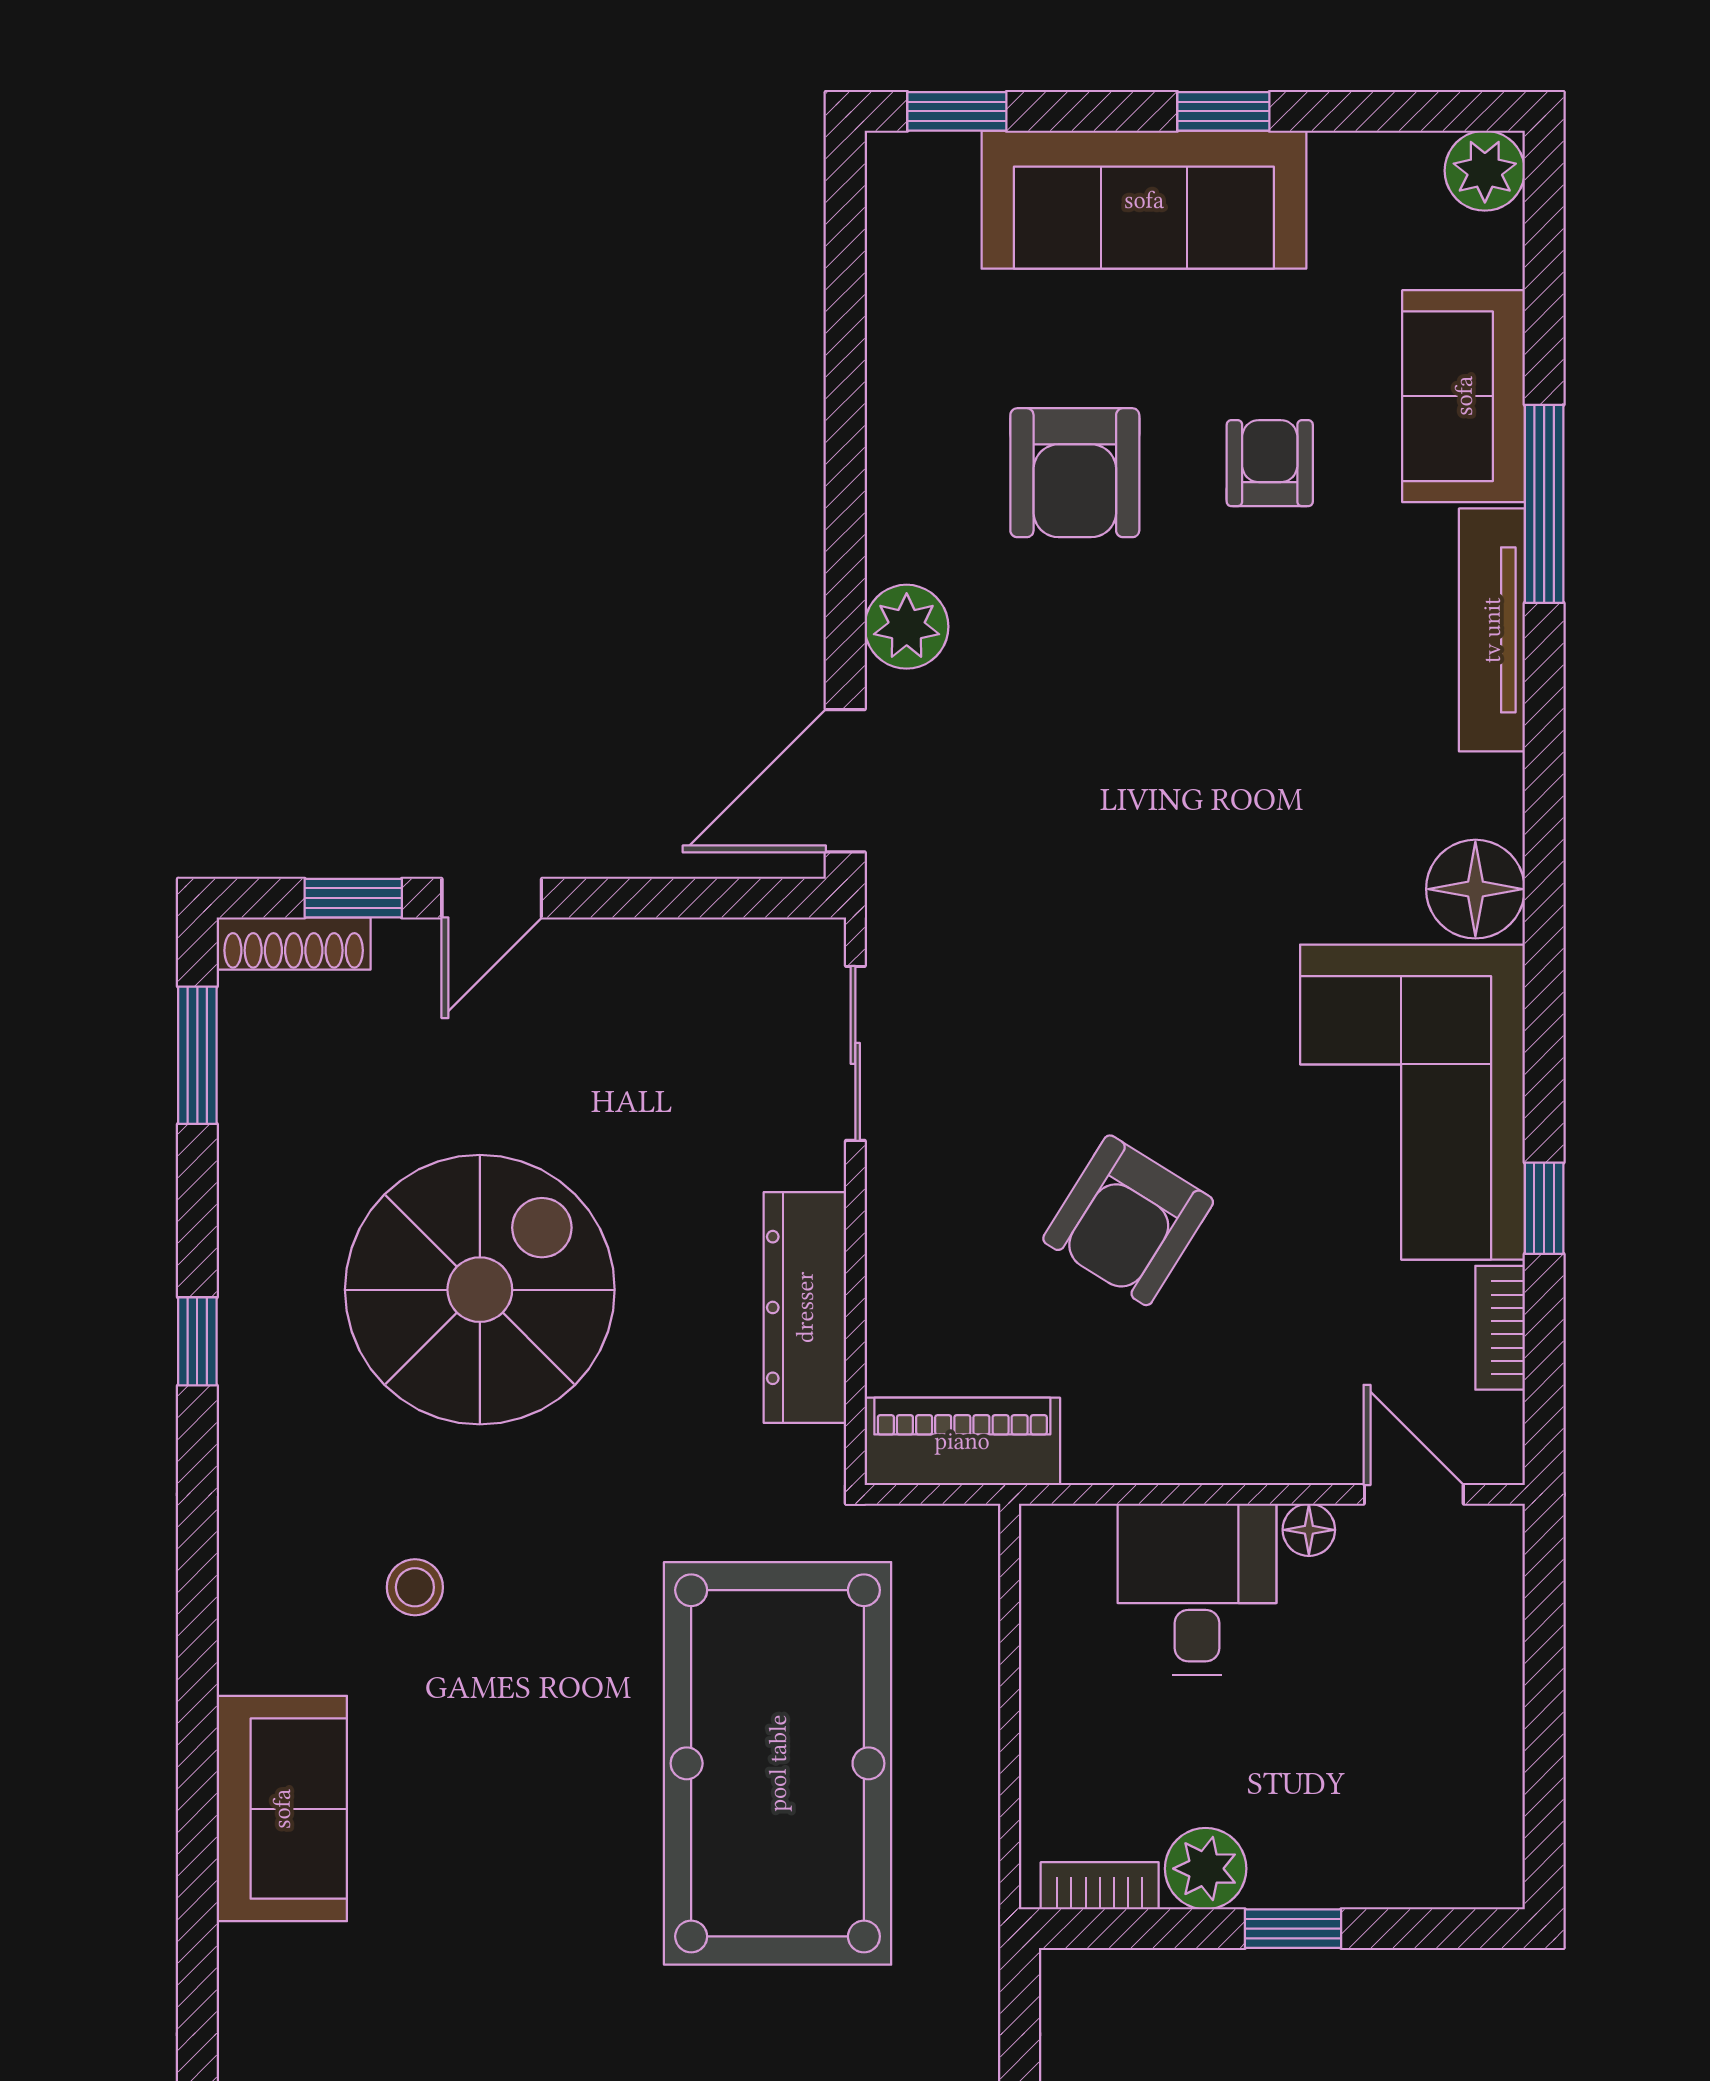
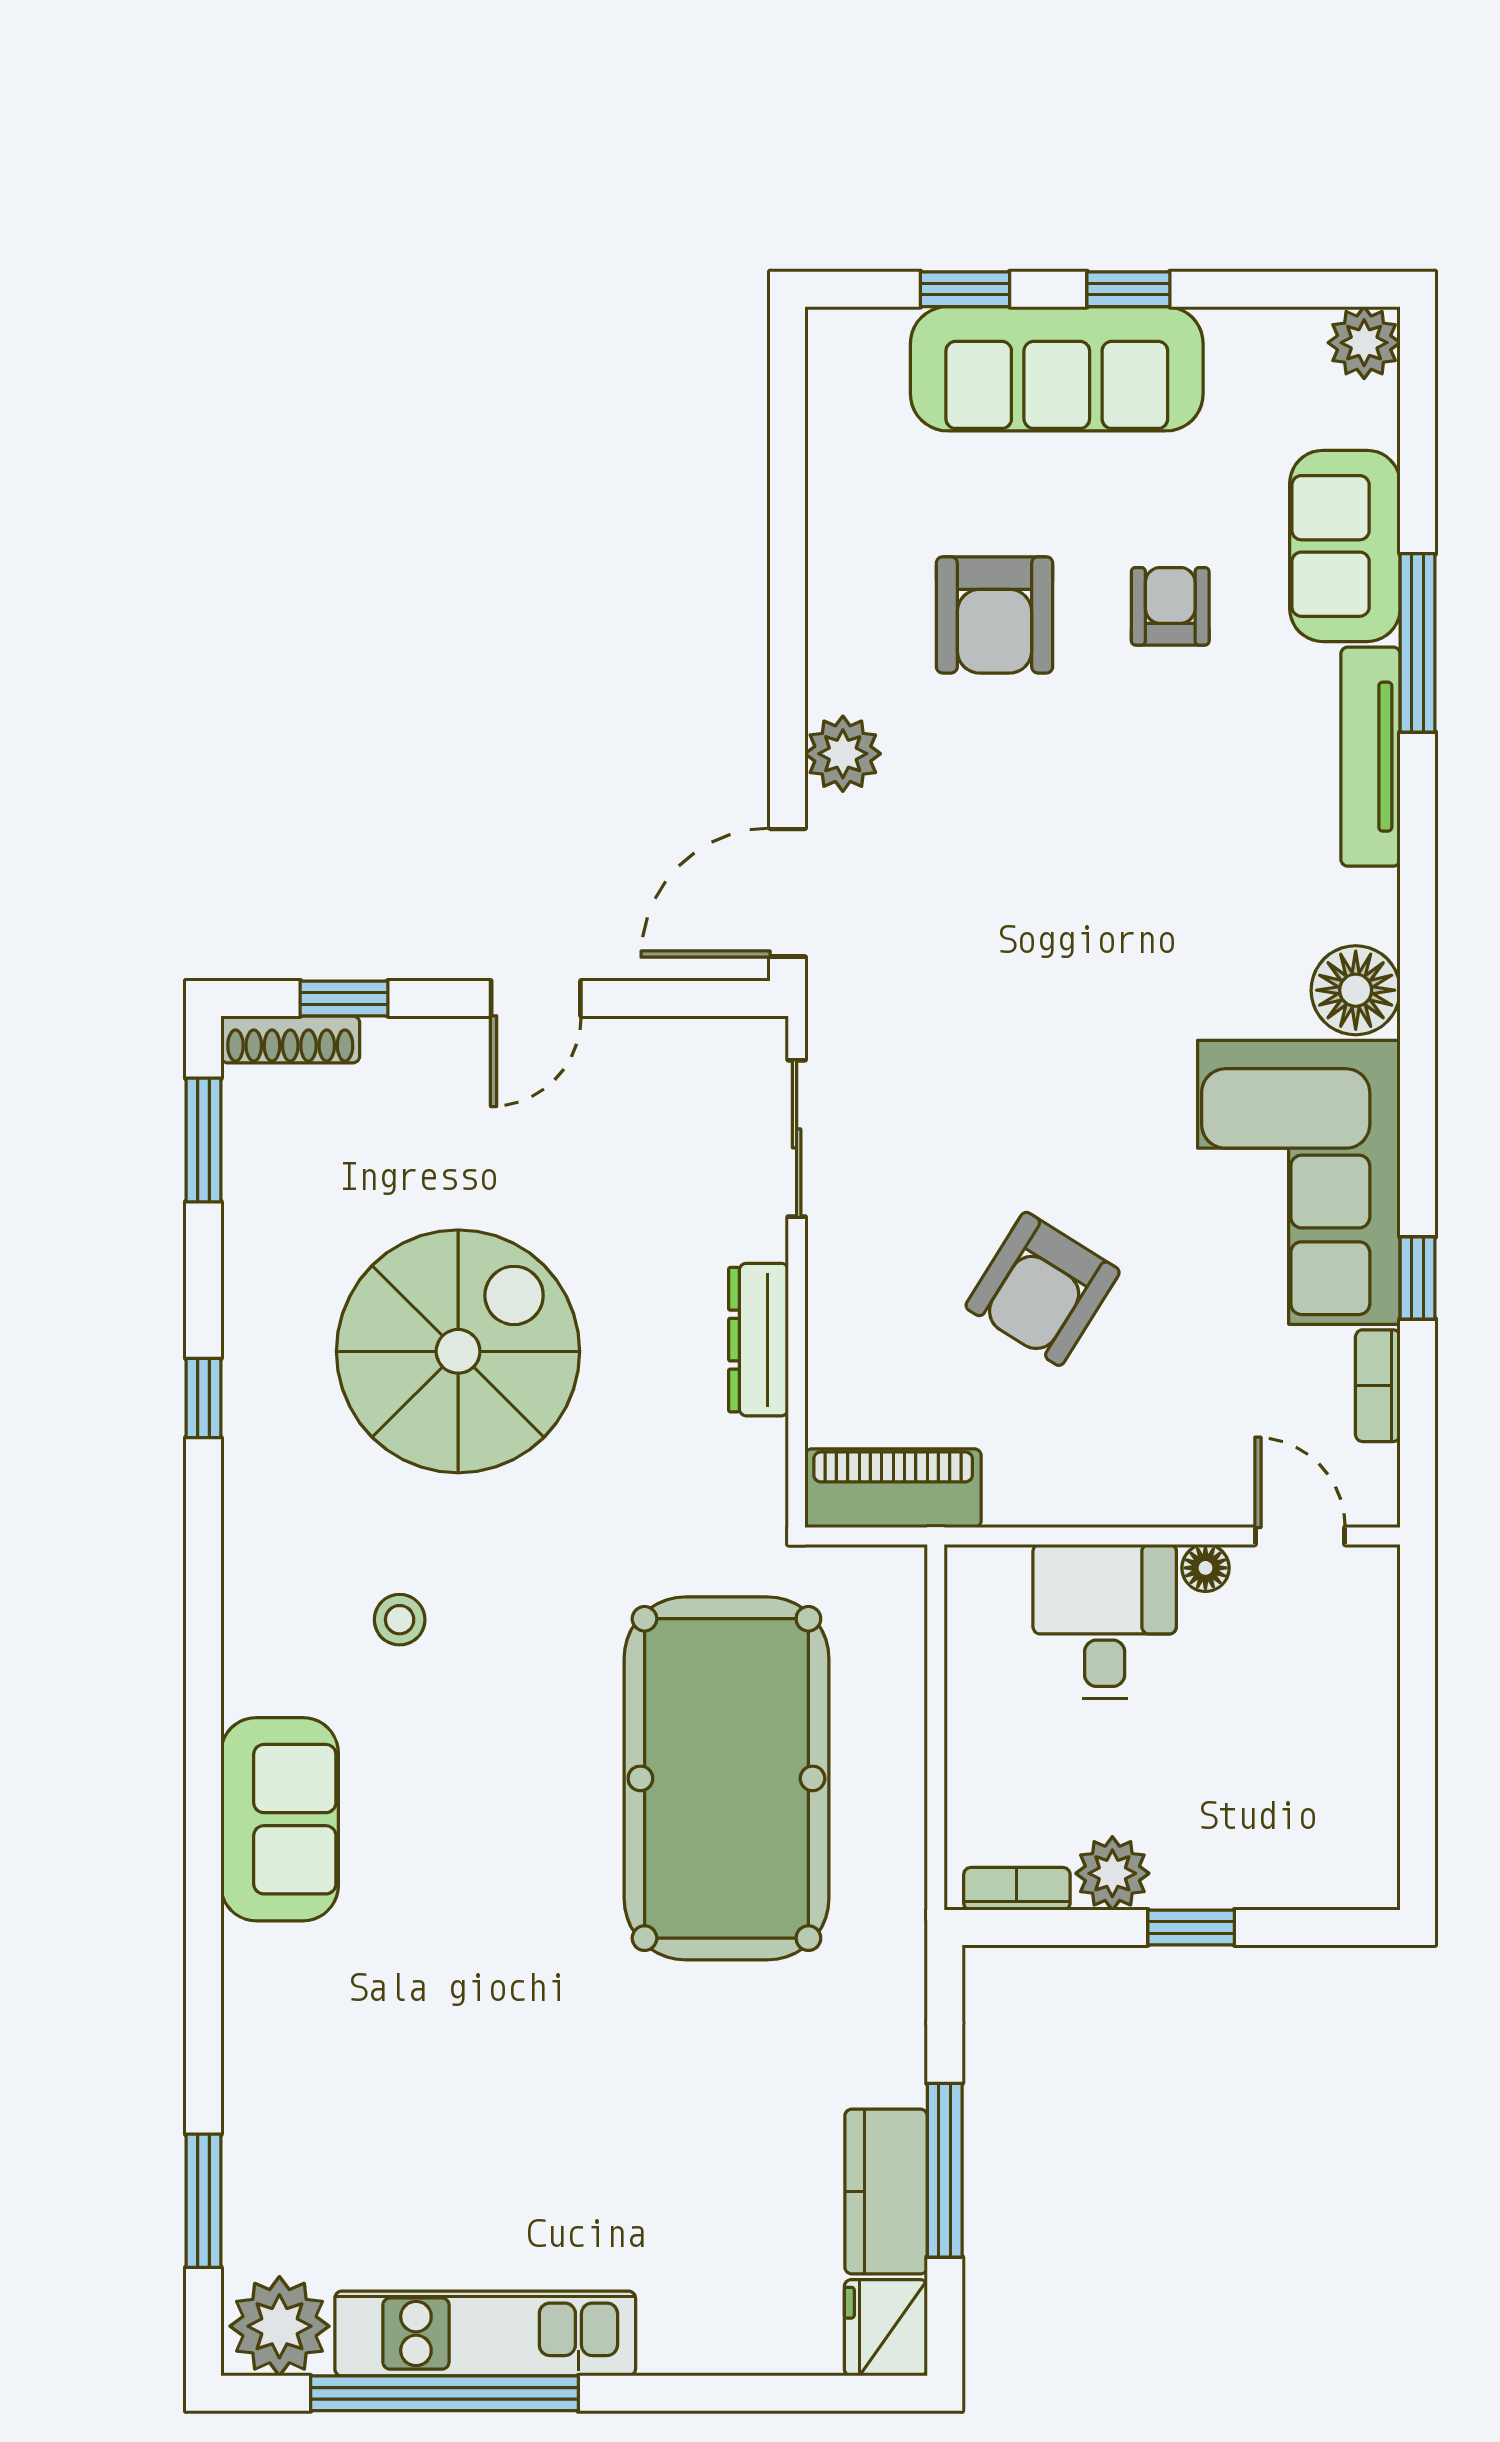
window: (957, 111) -> (965, 289), moved
door: (492, 898) -> (536, 998), moved
dresser: (805, 1307) -> (758, 1340), width x0.73, depth x0.80

